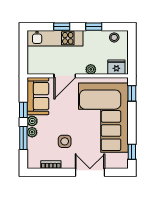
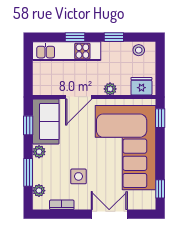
window: (23, 110) -> (28, 125), moved
plant: (32, 132) -> (39, 191), moved

